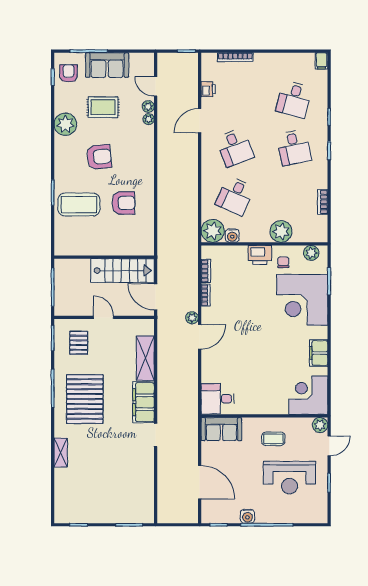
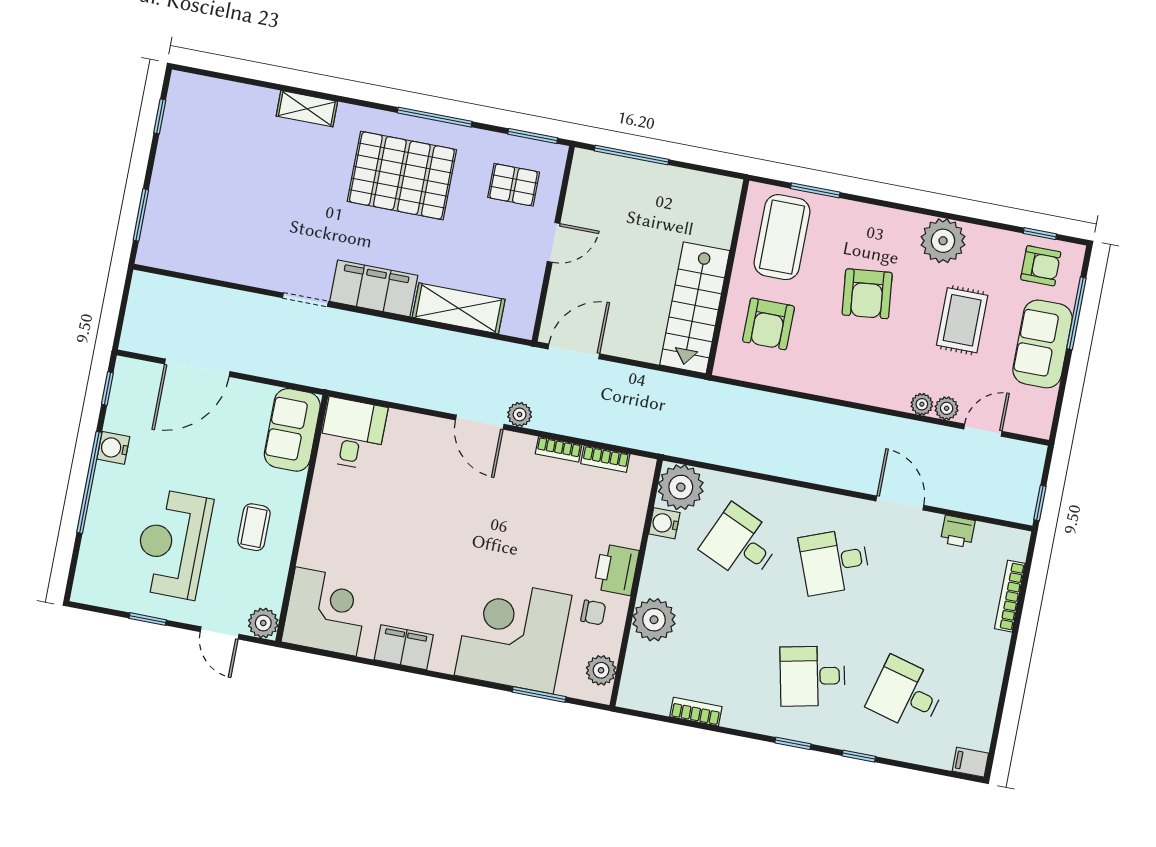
wall: (104, 257) -> (728, 277), moved
stairs: (122, 271) -> (695, 308), moved

